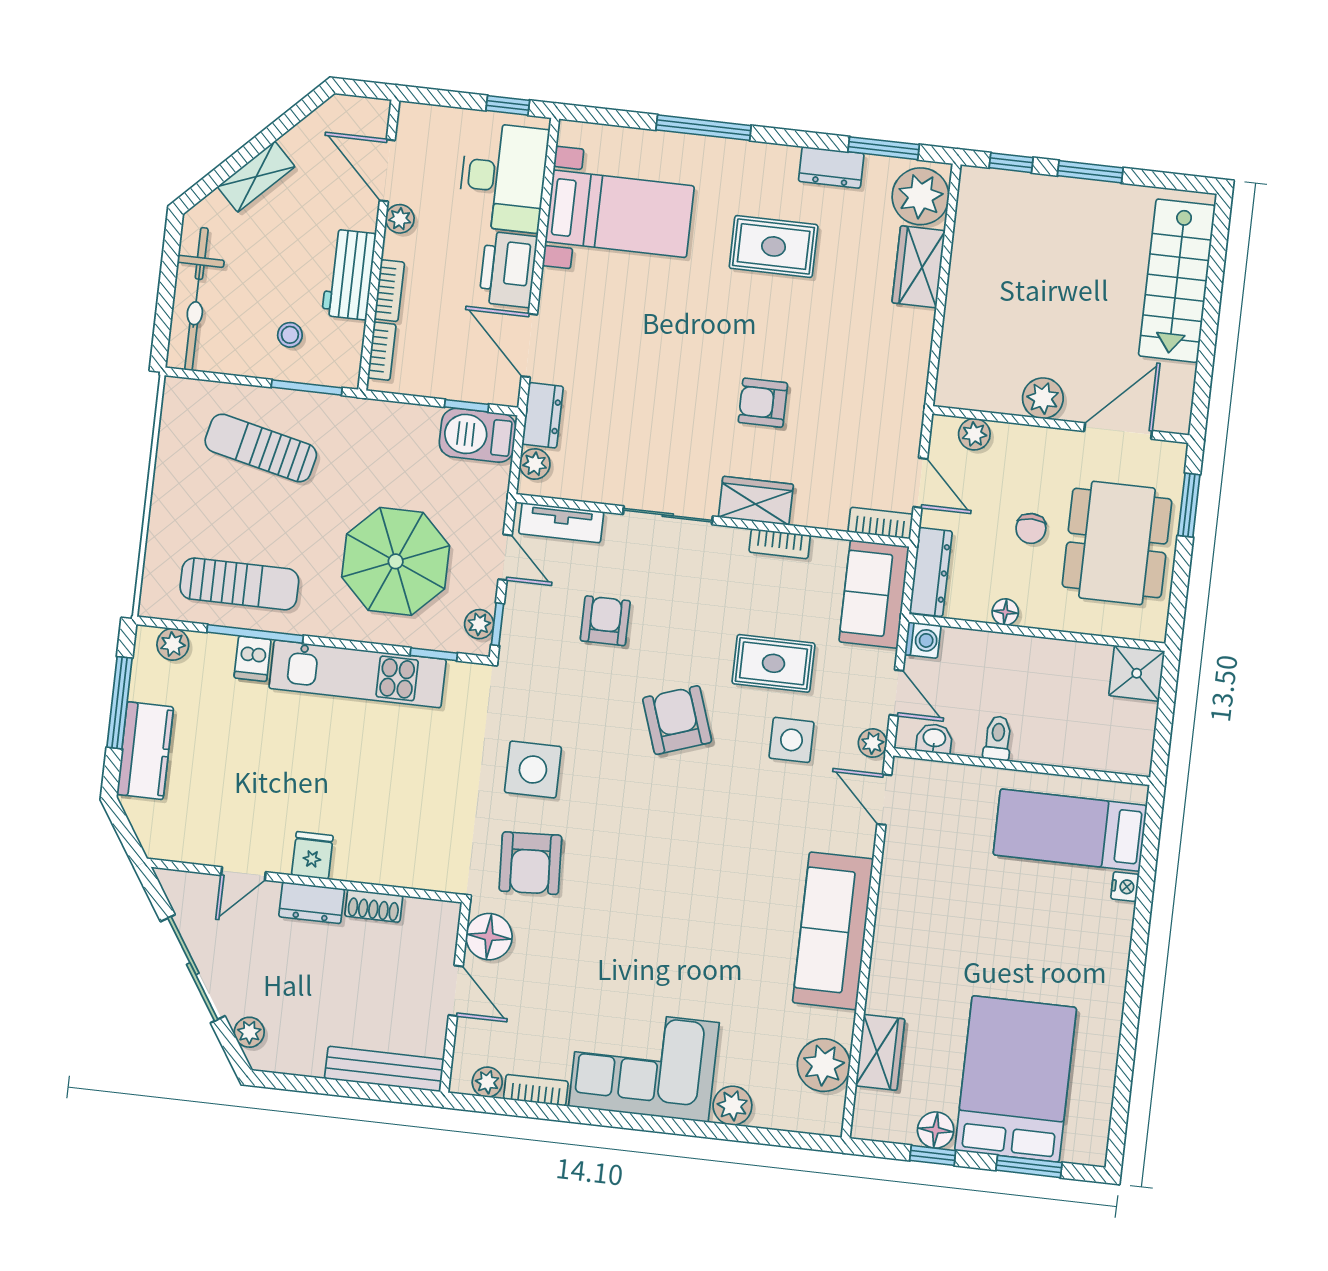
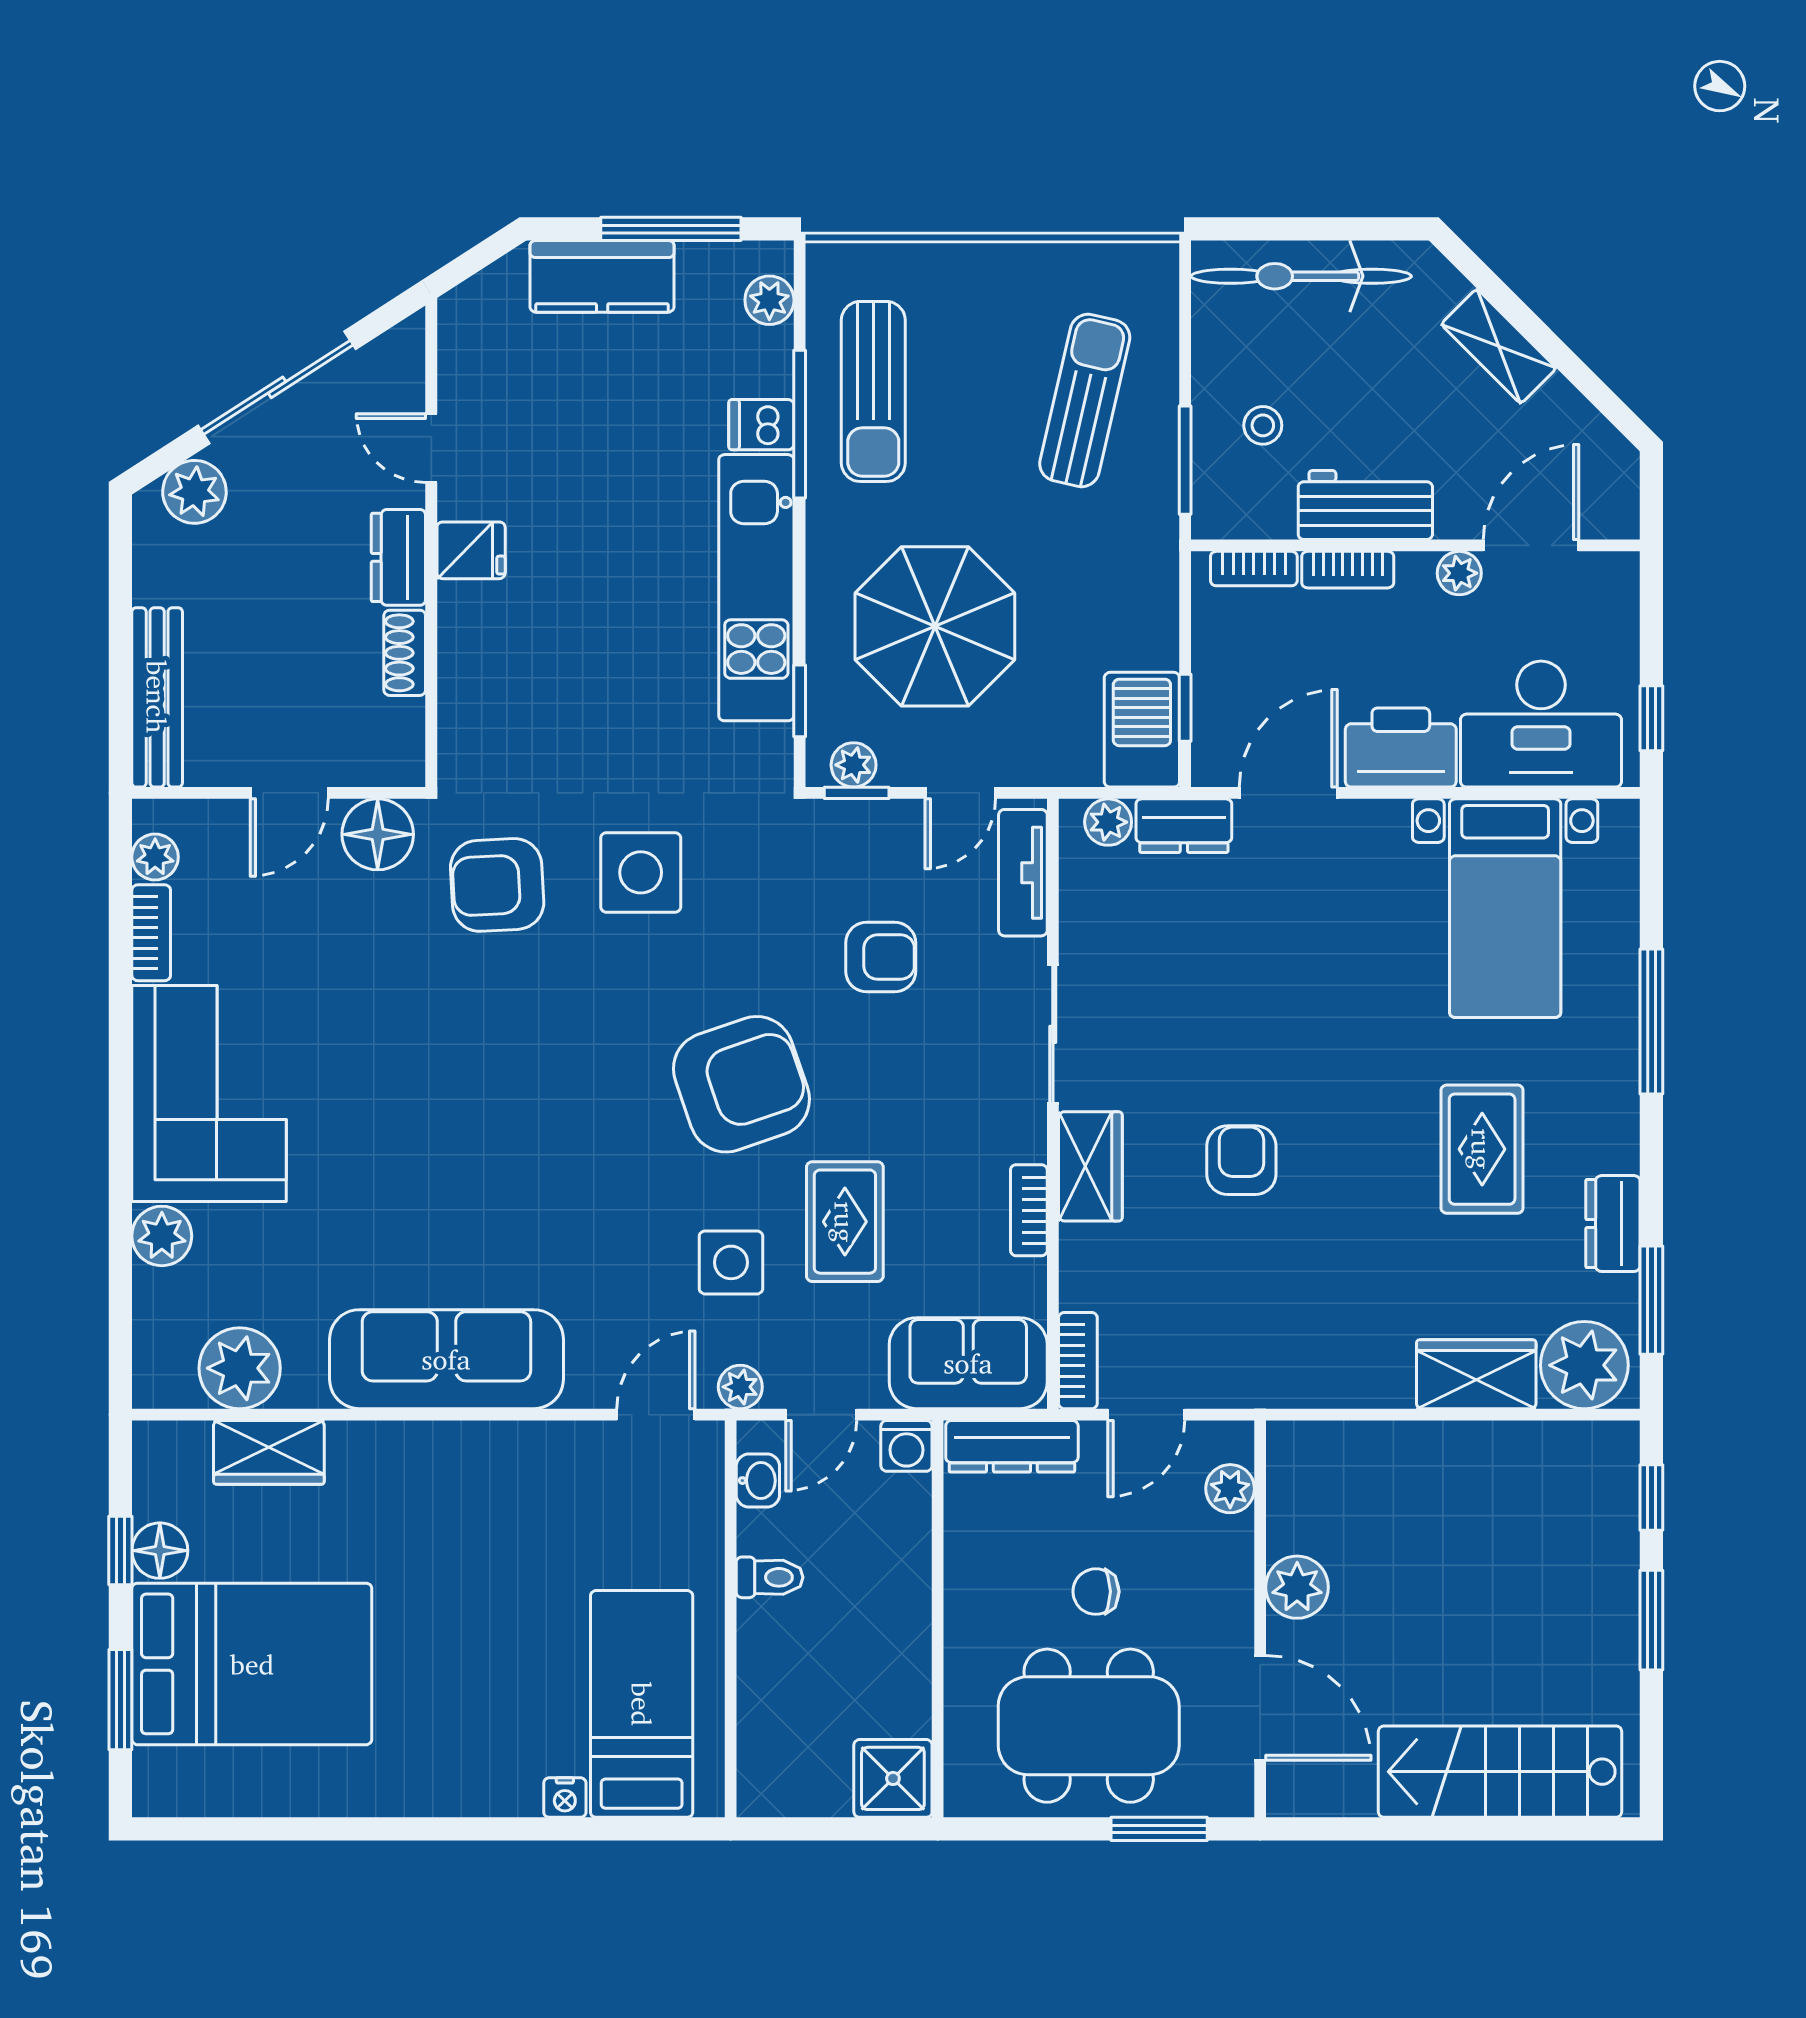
floor lamp: (1005, 612) -> (964, 1567), removed
armchair: (677, 720) -> (741, 1084), width x1.36, depth x1.36
plant: (249, 1032) -> (194, 492), width x1.38, depth x1.38

